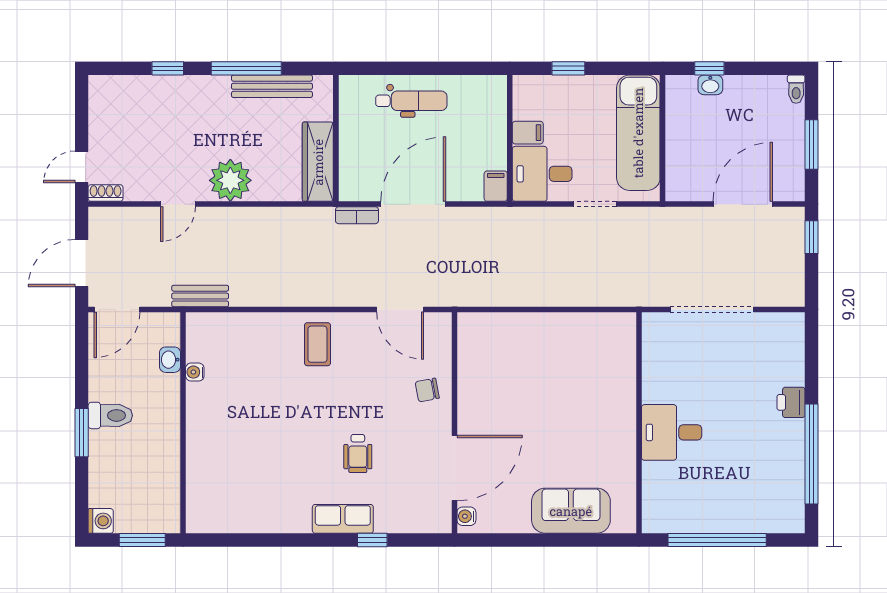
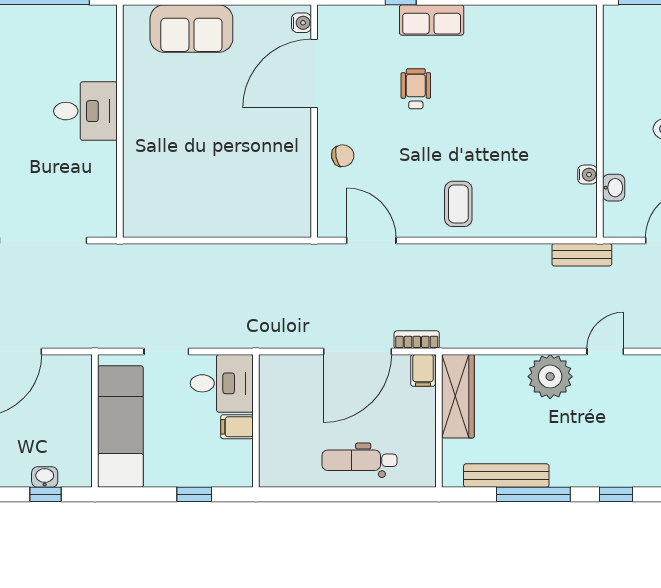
filing cabinet: (496, 186) -> (423, 370), moved

